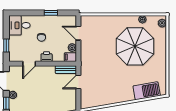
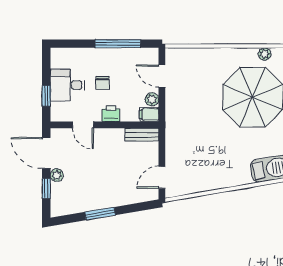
window: (51, 13) -> (118, 44), width x2.17
desk: (19, 25) -> (67, 85), moved
door: (29, 64) -> (83, 125), hinge flipped
door: (78, 82) -> (162, 177), moved

